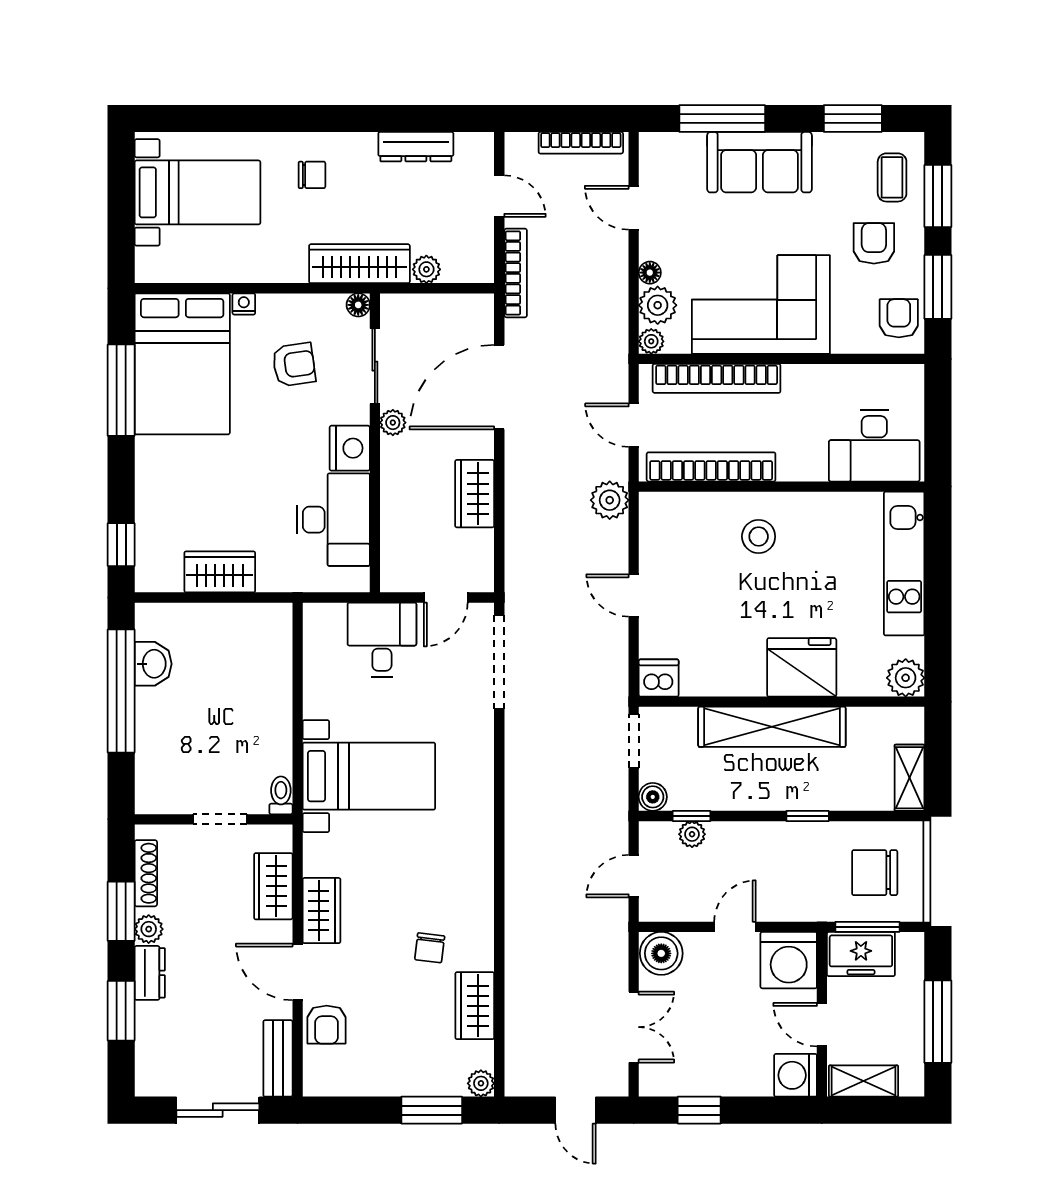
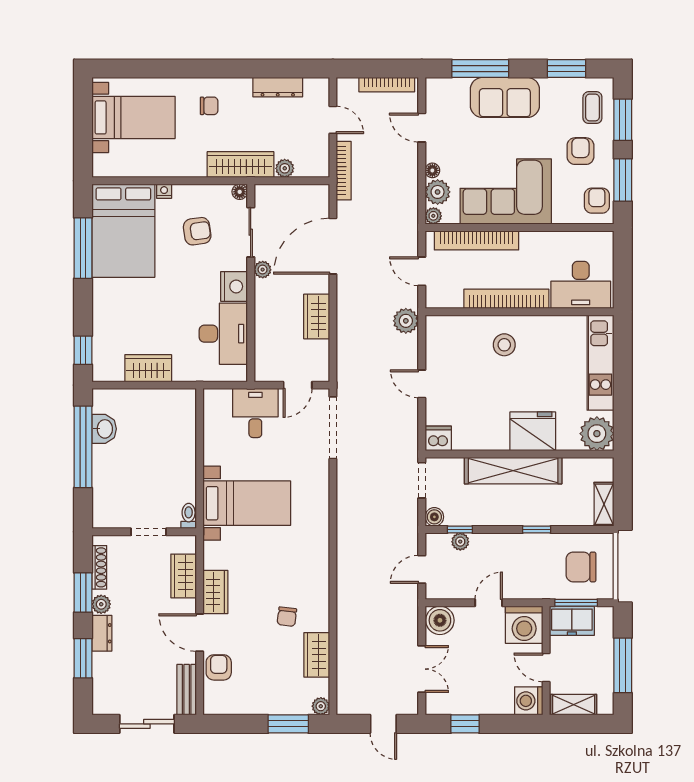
bookcase: (711, 467) -> (506, 299), moved
plant: (906, 678) -> (597, 434), width x1.36, depth x1.36
armchair: (327, 1025) -> (219, 667), turned 180

